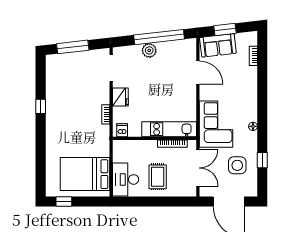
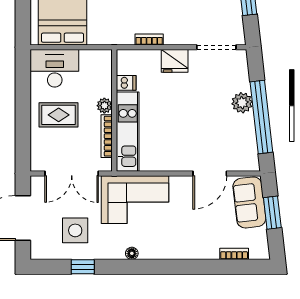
dishwasher: (122, 130) -> (126, 83), moved
plant: (151, 145) -> (104, 106), added

